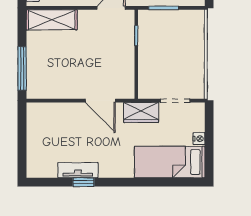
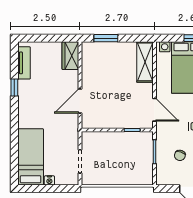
window: (22, 68) -> (106, 38), width x0.69
wardrobe: (141, 112) -> (70, 56), moved
tv unit: (78, 170) -> (24, 63), moved

